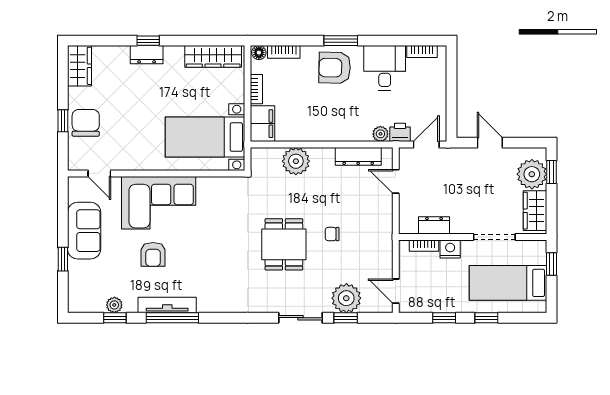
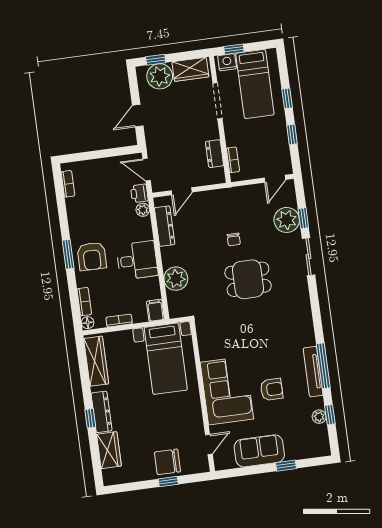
dresser: (147, 55) -> (102, 412), width x1.44
wardrobe: (79, 66) -> (109, 450), moved, turned 90
desk: (385, 68) -> (137, 260), moved, turned 180
filing cabinet: (262, 124) -> (155, 310), width x0.50
nightstand: (450, 249) -> (227, 62), moved, turned 90

